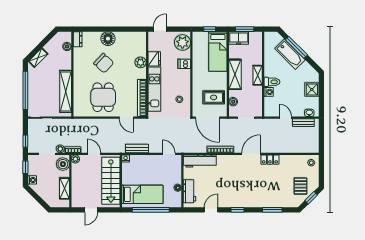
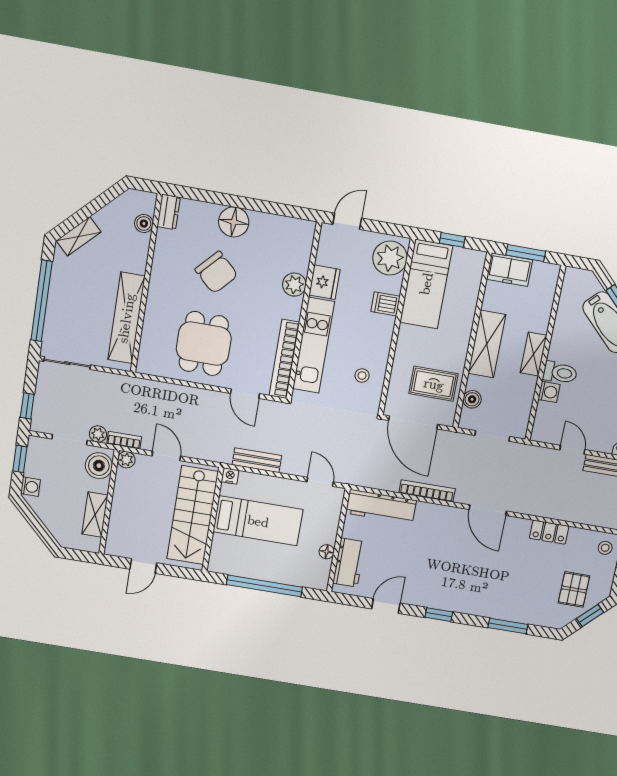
bed: (218, 52) -> (426, 284), moved
door: (251, 154) -> (488, 510), swing flipped
locker: (270, 160) -> (549, 532), moved
bed: (142, 194) -> (258, 521), moved

